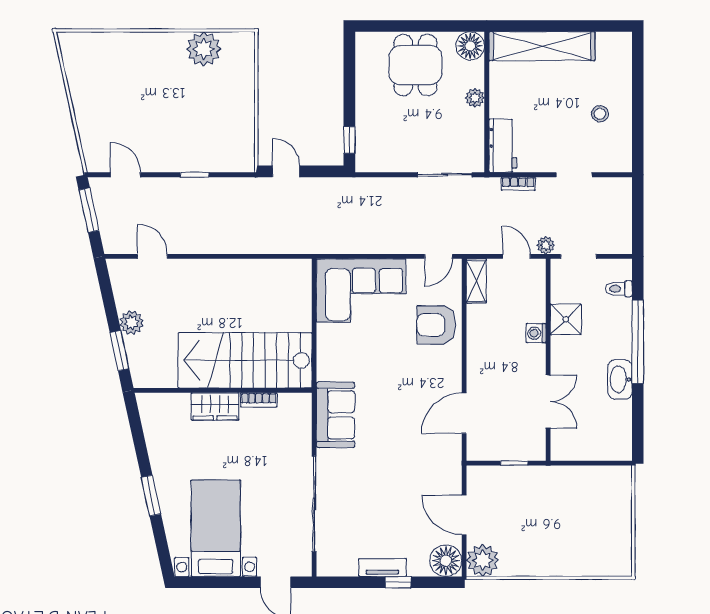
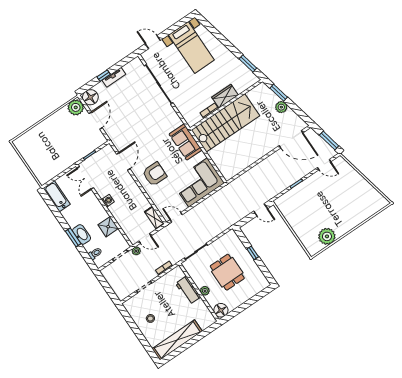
shelving: (542, 46) -> (177, 340), moved
dining table: (415, 65) -> (227, 272), moved
window: (349, 140) -> (253, 253), moved
workbench: (503, 146) -> (188, 290), moved
door: (152, 256) -> (291, 139), width x1.88
door: (439, 256) -> (176, 217), hinge flipped
armchair: (436, 325) -> (155, 174), moved
washing machine: (536, 333) -> (108, 201), moved
window: (638, 342) -> (73, 237), width x0.47
washbasin: (620, 379) -> (82, 234), moved
double door: (548, 401) -> (85, 178), moved
sofa: (335, 415) -> (186, 142), moved
bathtub: (618, 431) -> (57, 196), added
window: (151, 496) -> (248, 63), moved
door: (464, 515) -> (96, 121), hinge flipped

